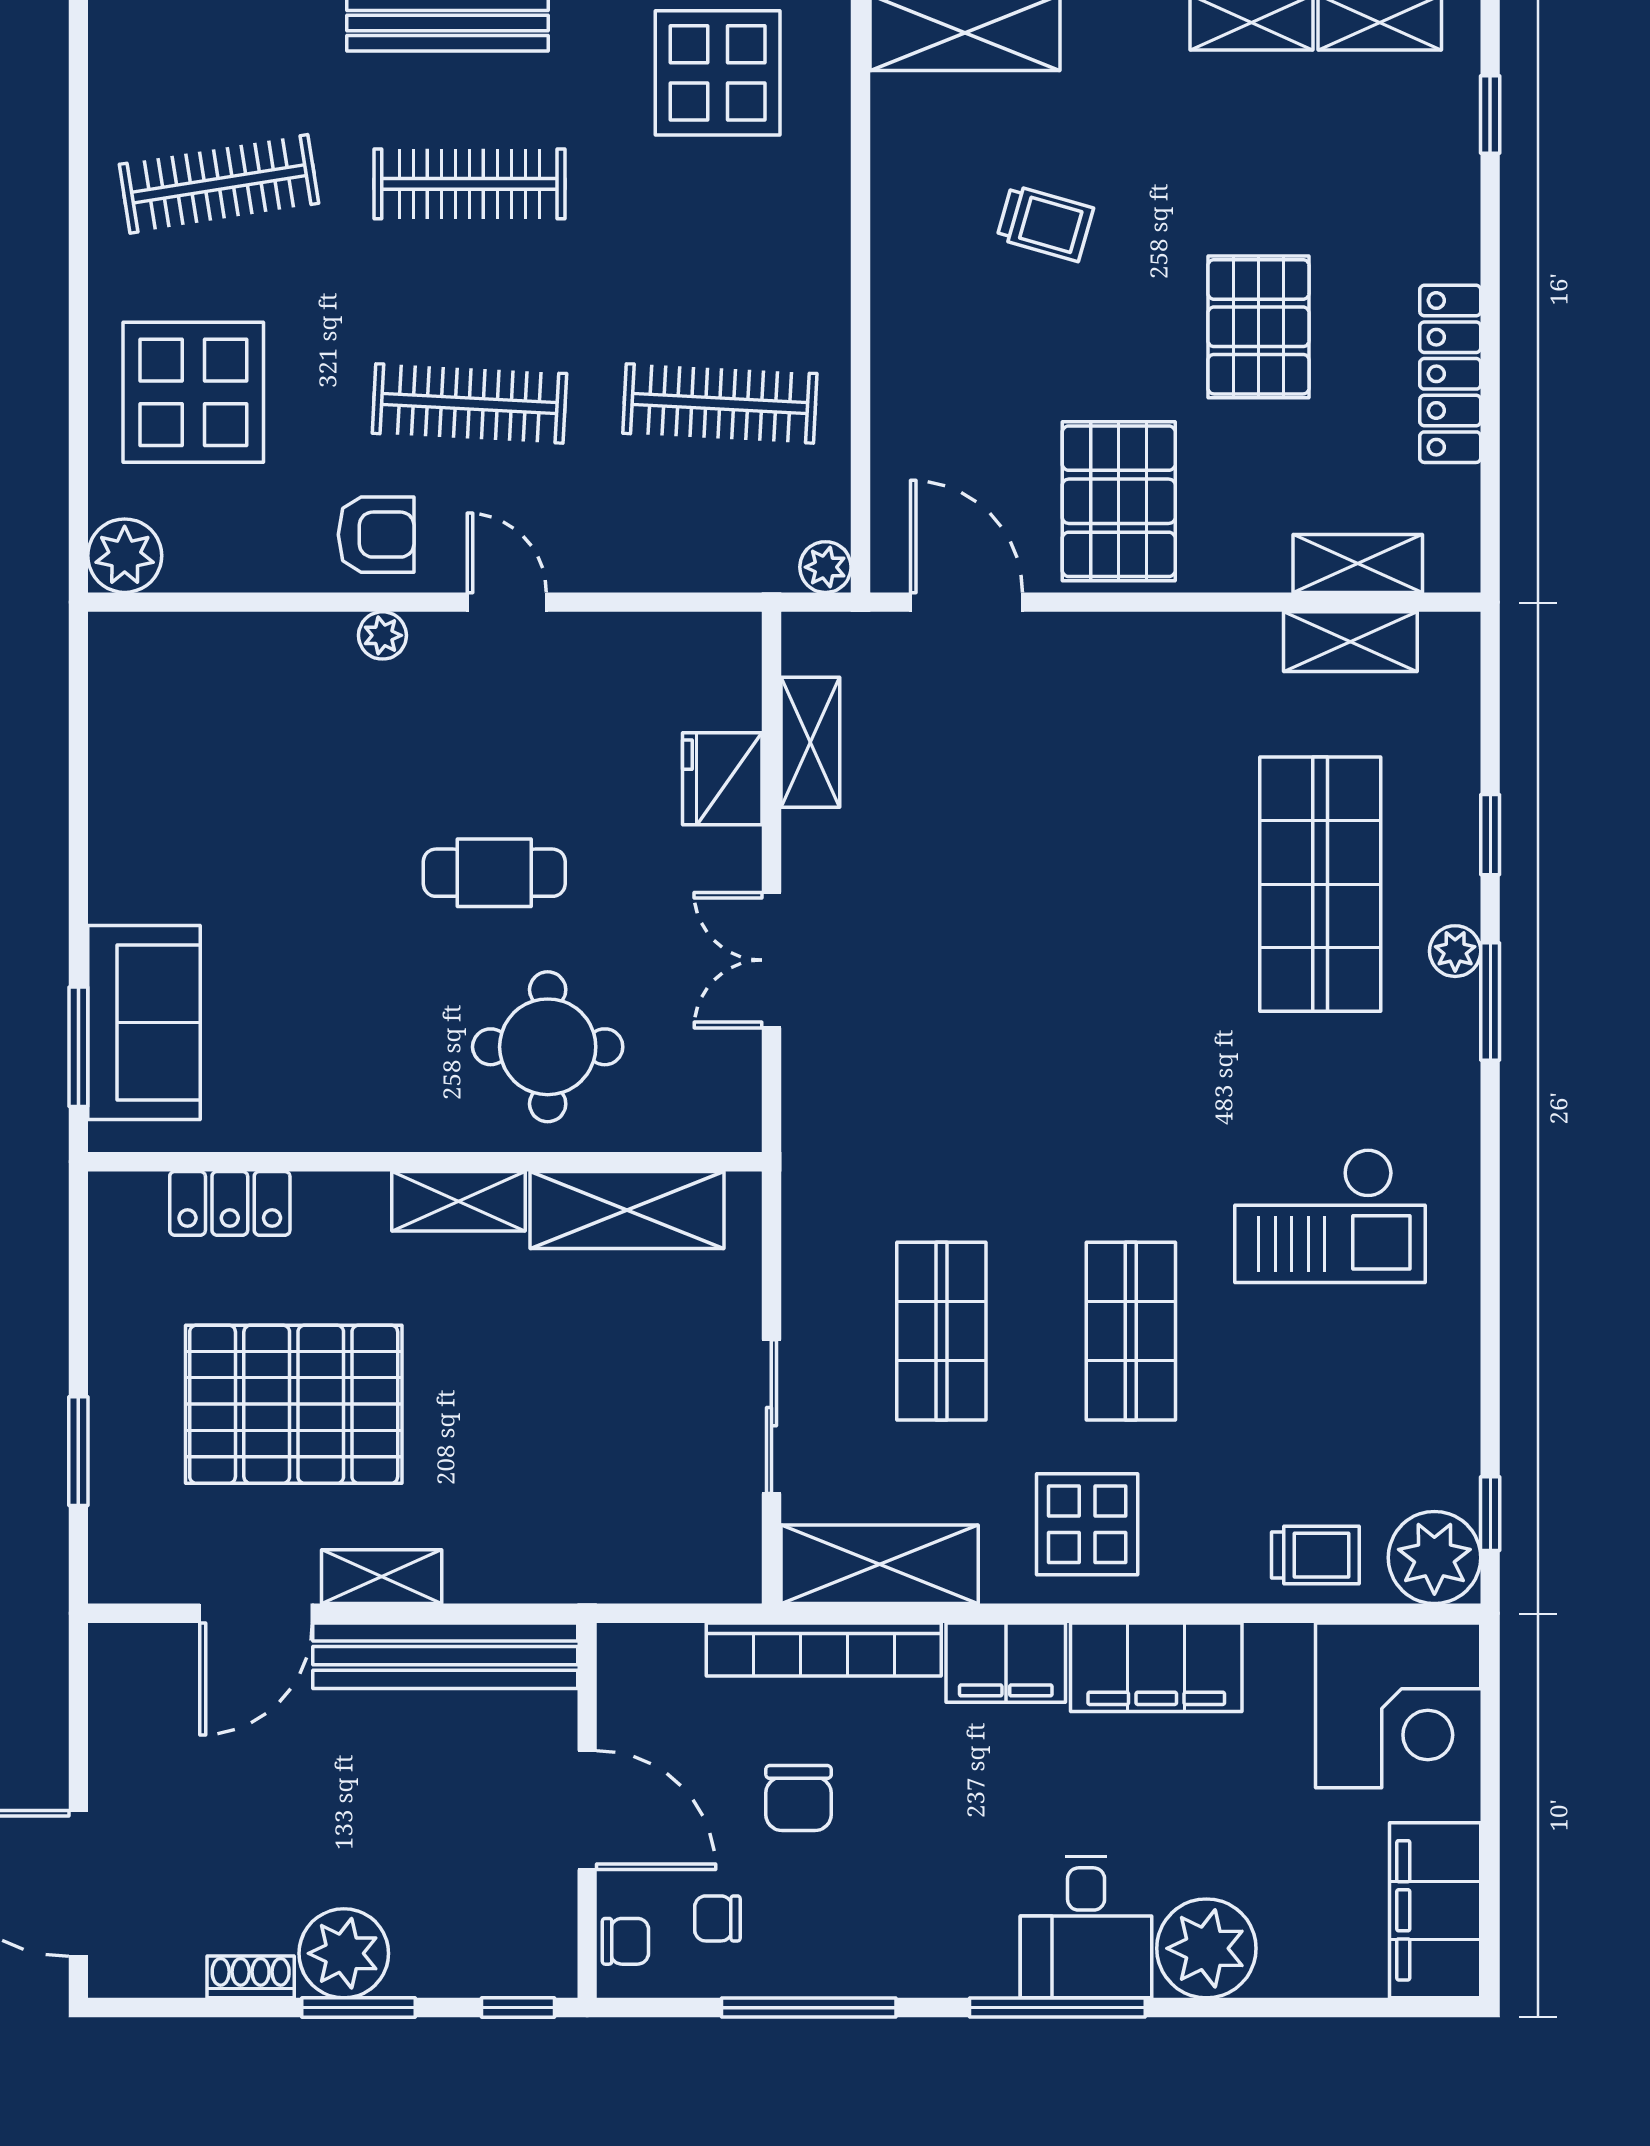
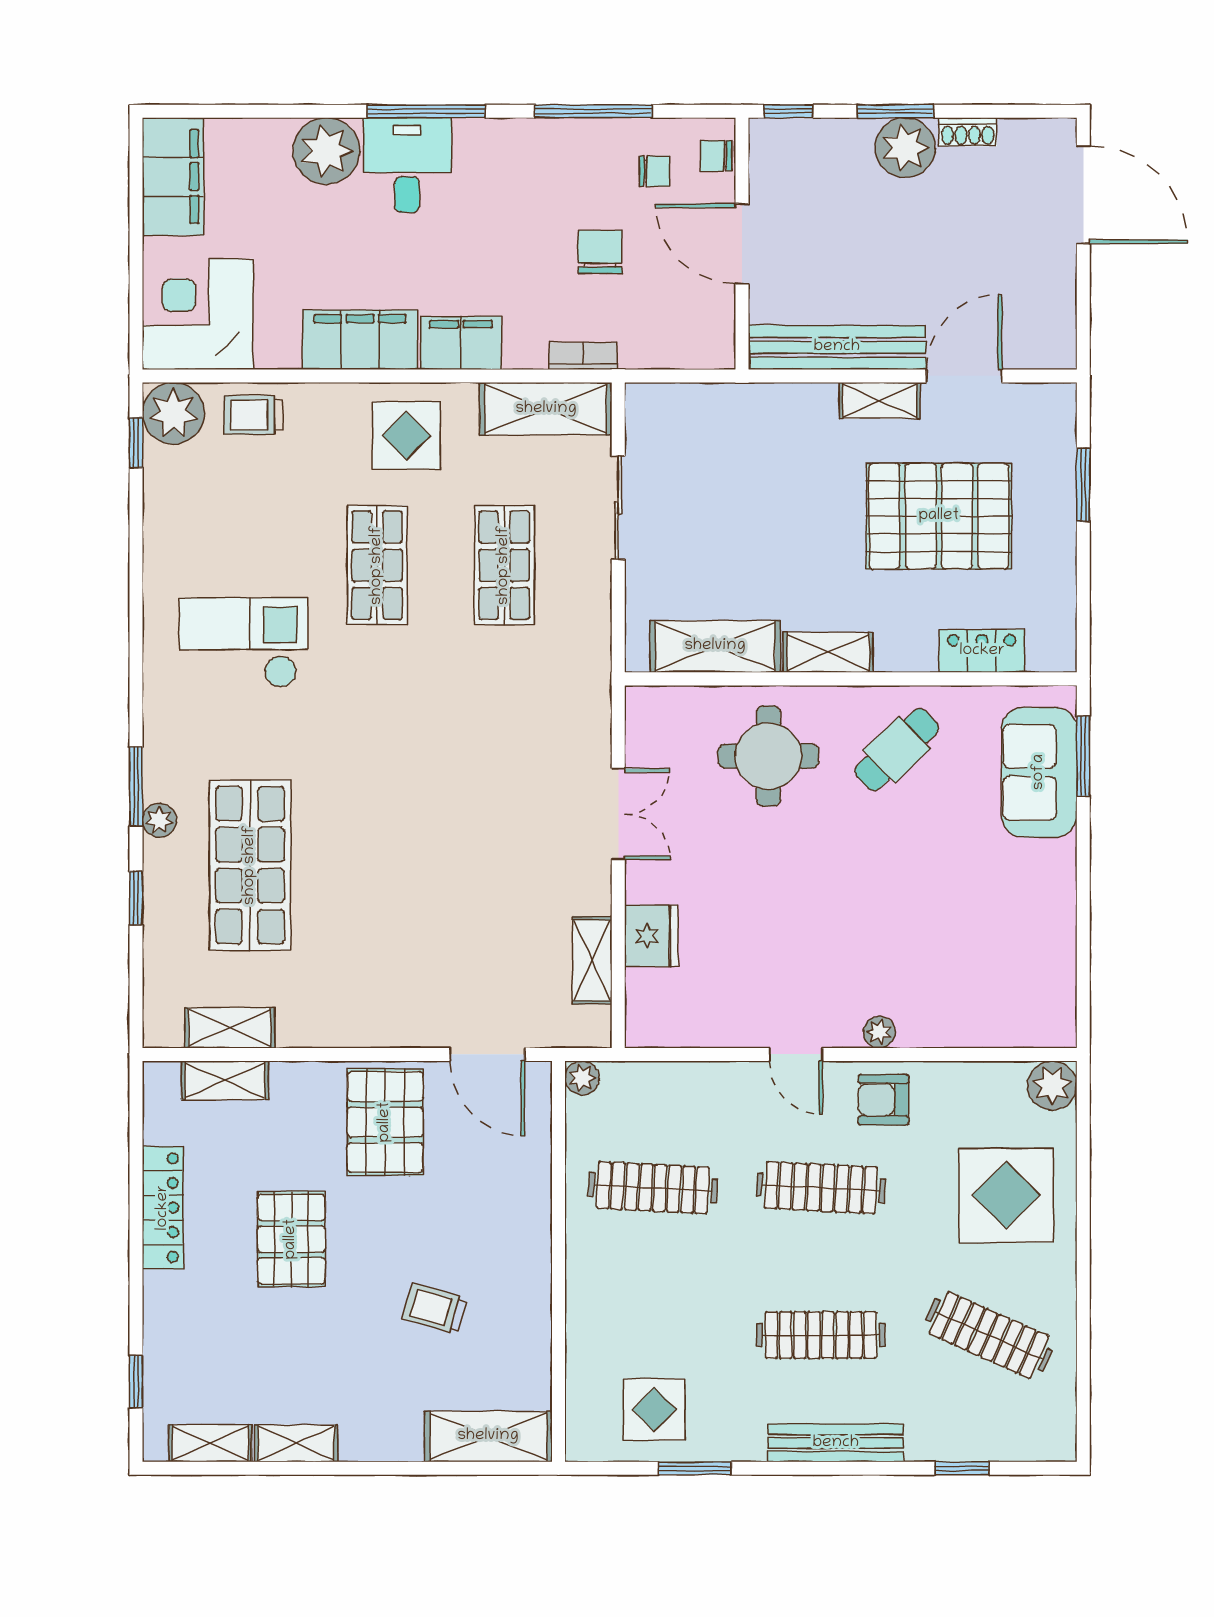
display table: (718, 73) -> (654, 1410), width x0.73, depth x0.73
clothes rail: (219, 184) -> (989, 1335), turned 33
cafe table: (494, 873) -> (897, 750), moved, turned -44
bookcase: (824, 1649) -> (583, 356), width x0.43, depth x0.76

